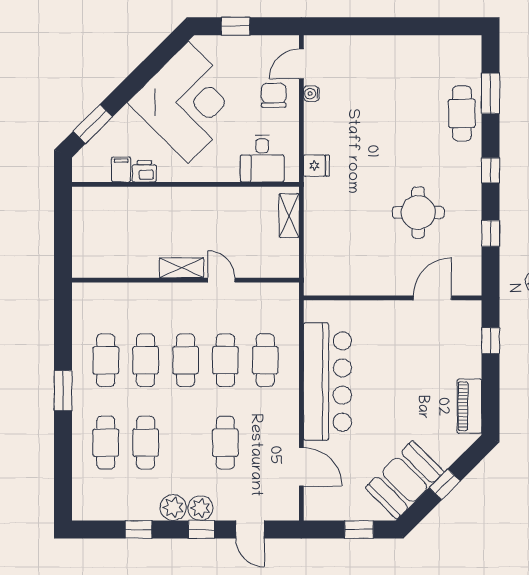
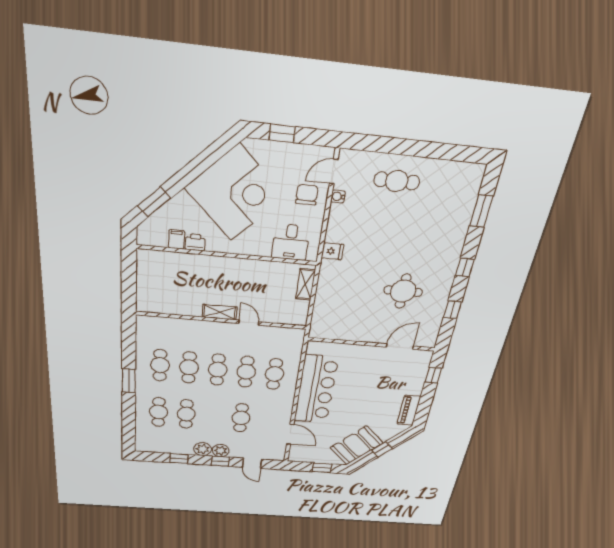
cafe table: (462, 113) -> (397, 181), moved, turned 90

